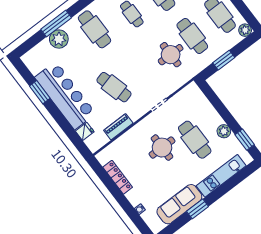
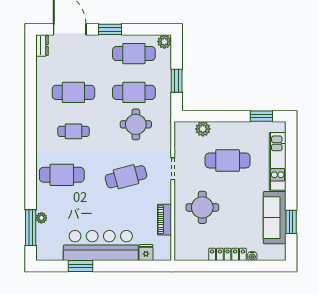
window: (56, 24) -> (31, 228), moved
plant: (59, 39) -> (41, 218), width x0.53, depth x0.53
cafe table: (114, 87) -> (126, 177), moved
plant: (224, 131) -> (203, 129), moved
round table: (162, 148) -> (202, 207), moved
locker: (118, 177) -> (228, 254), moved
window: (198, 209) -> (291, 222), moved

